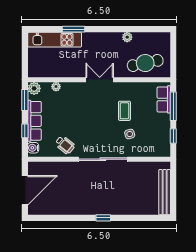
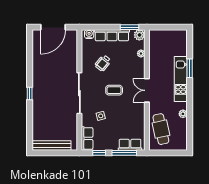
kitchen unit: (55, 40) -> (181, 79), moved
double door: (100, 80) -> (147, 90), swing flipped
coffee table: (124, 111) -> (114, 90), moved
window: (25, 131) -> (103, 27), removed
wheelchair: (65, 145) -> (103, 63), moved
row of seats: (156, 150) -> (87, 138), added
door: (25, 190) -> (53, 27), hinge flipped

